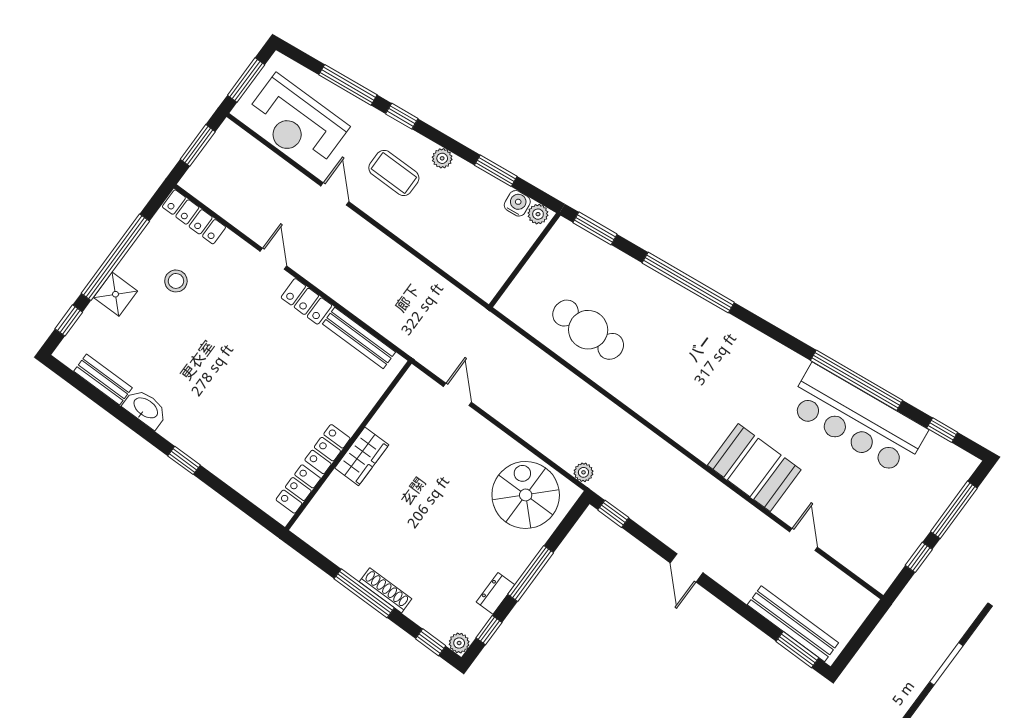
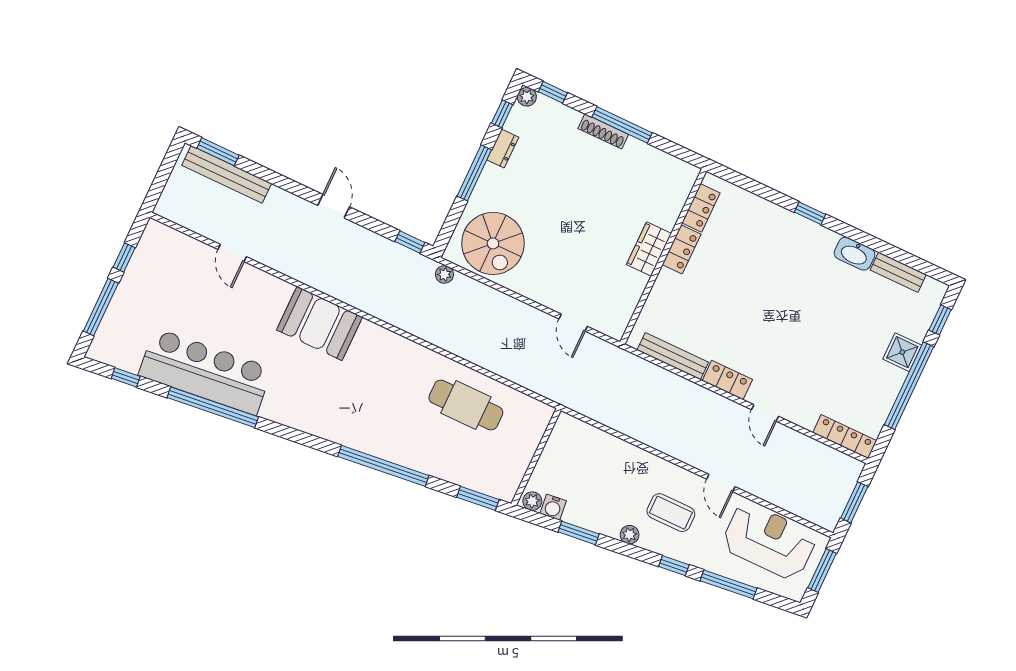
stool: (176, 281) -> (850, 375), removed
booth: (754, 467) -> (320, 323), moved

